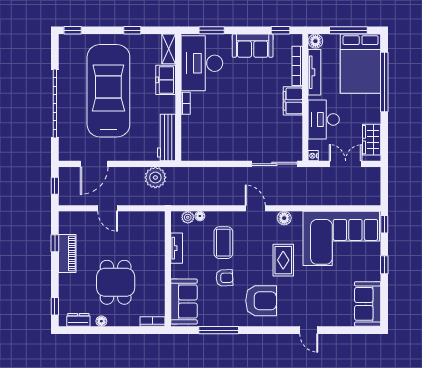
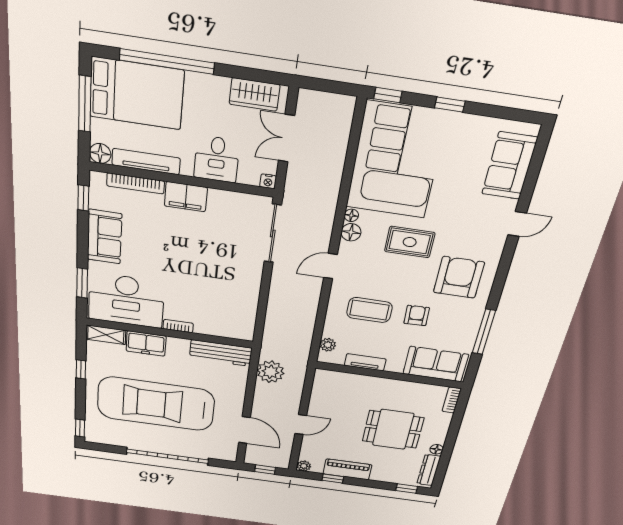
desk: (324, 119) -> (217, 159), width x0.73
floor lamp: (200, 216) -> (351, 215), moved
plant: (64, 217) -> (304, 466), added
sofa: (368, 304) -> (509, 166), moved, turned 90
dresser: (78, 320) -> (429, 470), width x1.44

